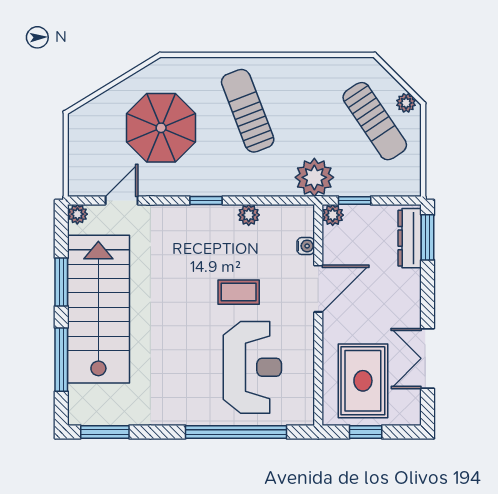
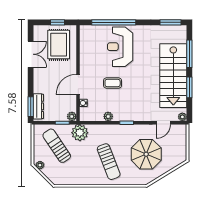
sun lounger: (375, 121) -> (57, 146), moved
reception desk: (252, 367) -> (120, 47), moved

